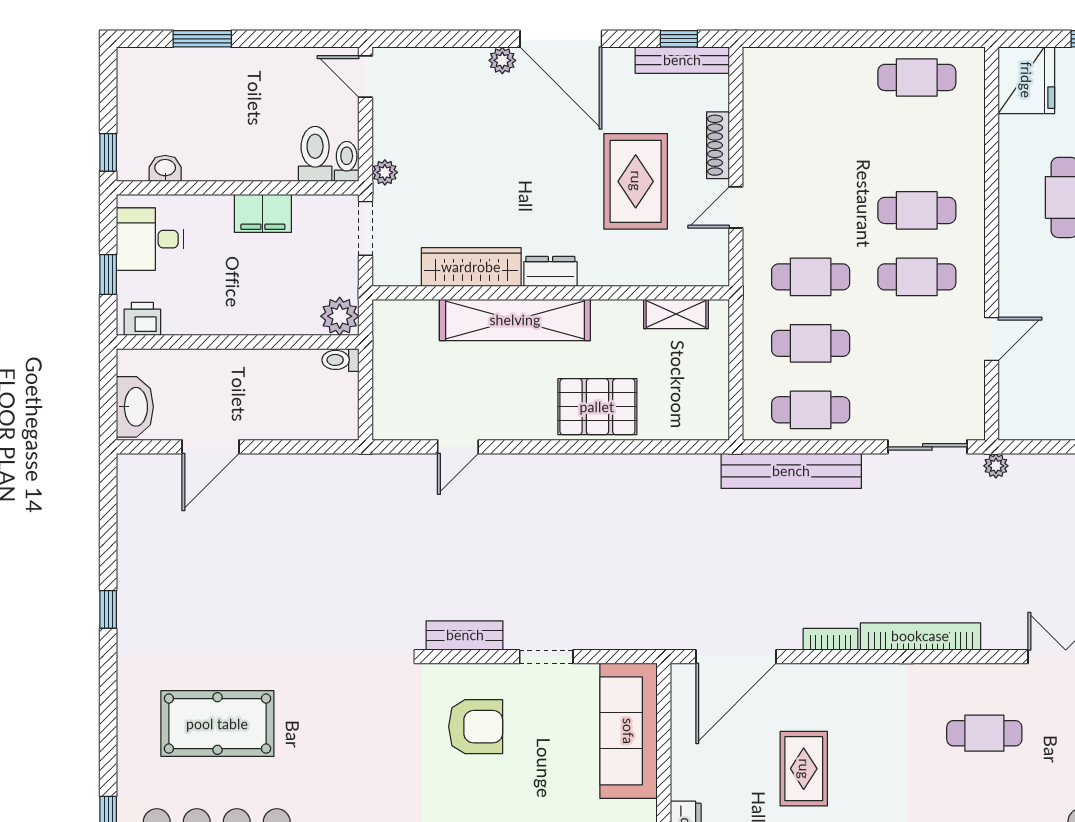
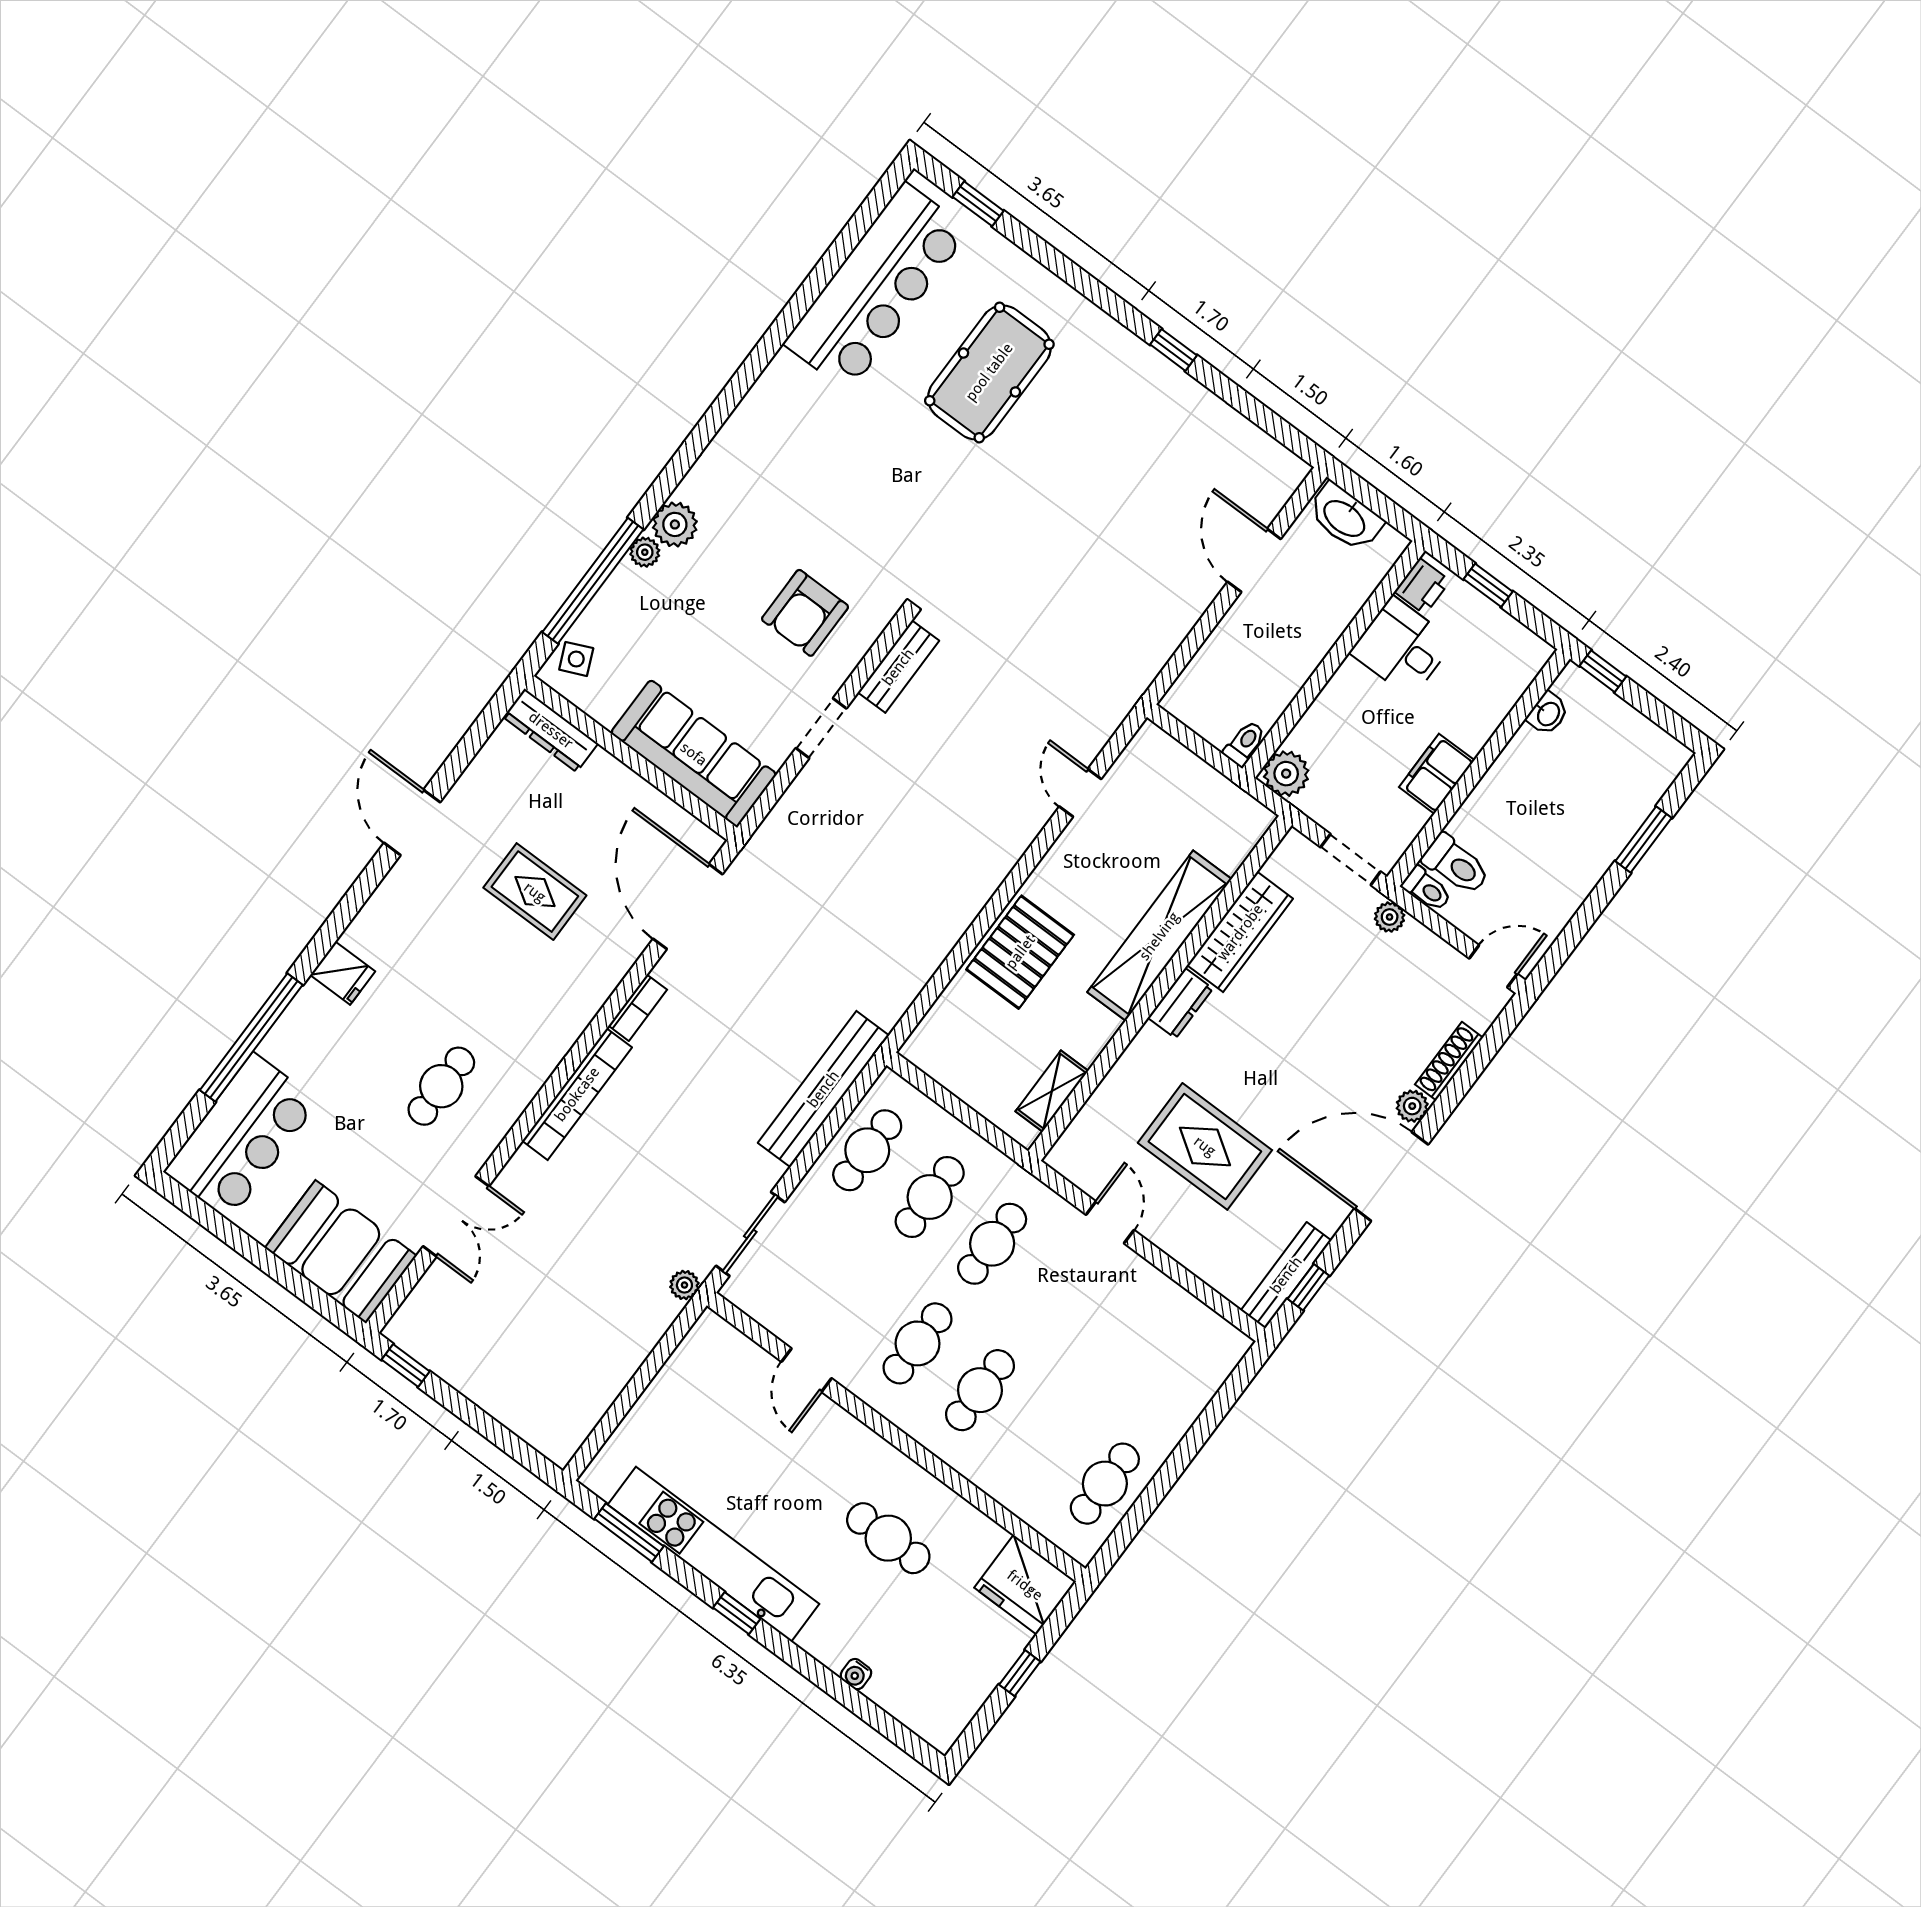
shoe rack: (718, 145) -> (1449, 1061), moved, turned -90
desk: (150, 239) -> (1402, 647), moved, turned -90

